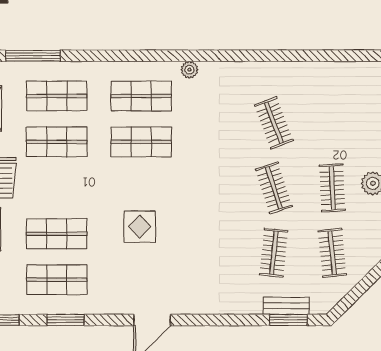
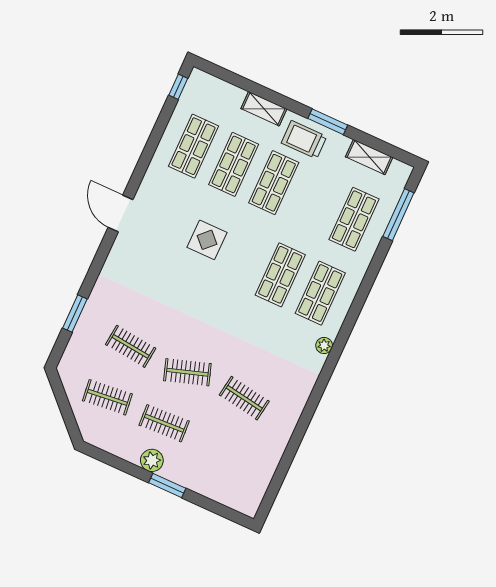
clothes rail: (274, 123) -> (244, 398), turned 30
shop shelf: (57, 142) -> (274, 183), moved
bench: (286, 306) -> (80, 336), removed
window: (66, 320) -> (155, 138), removed
window: (288, 320) -> (75, 314), moved

